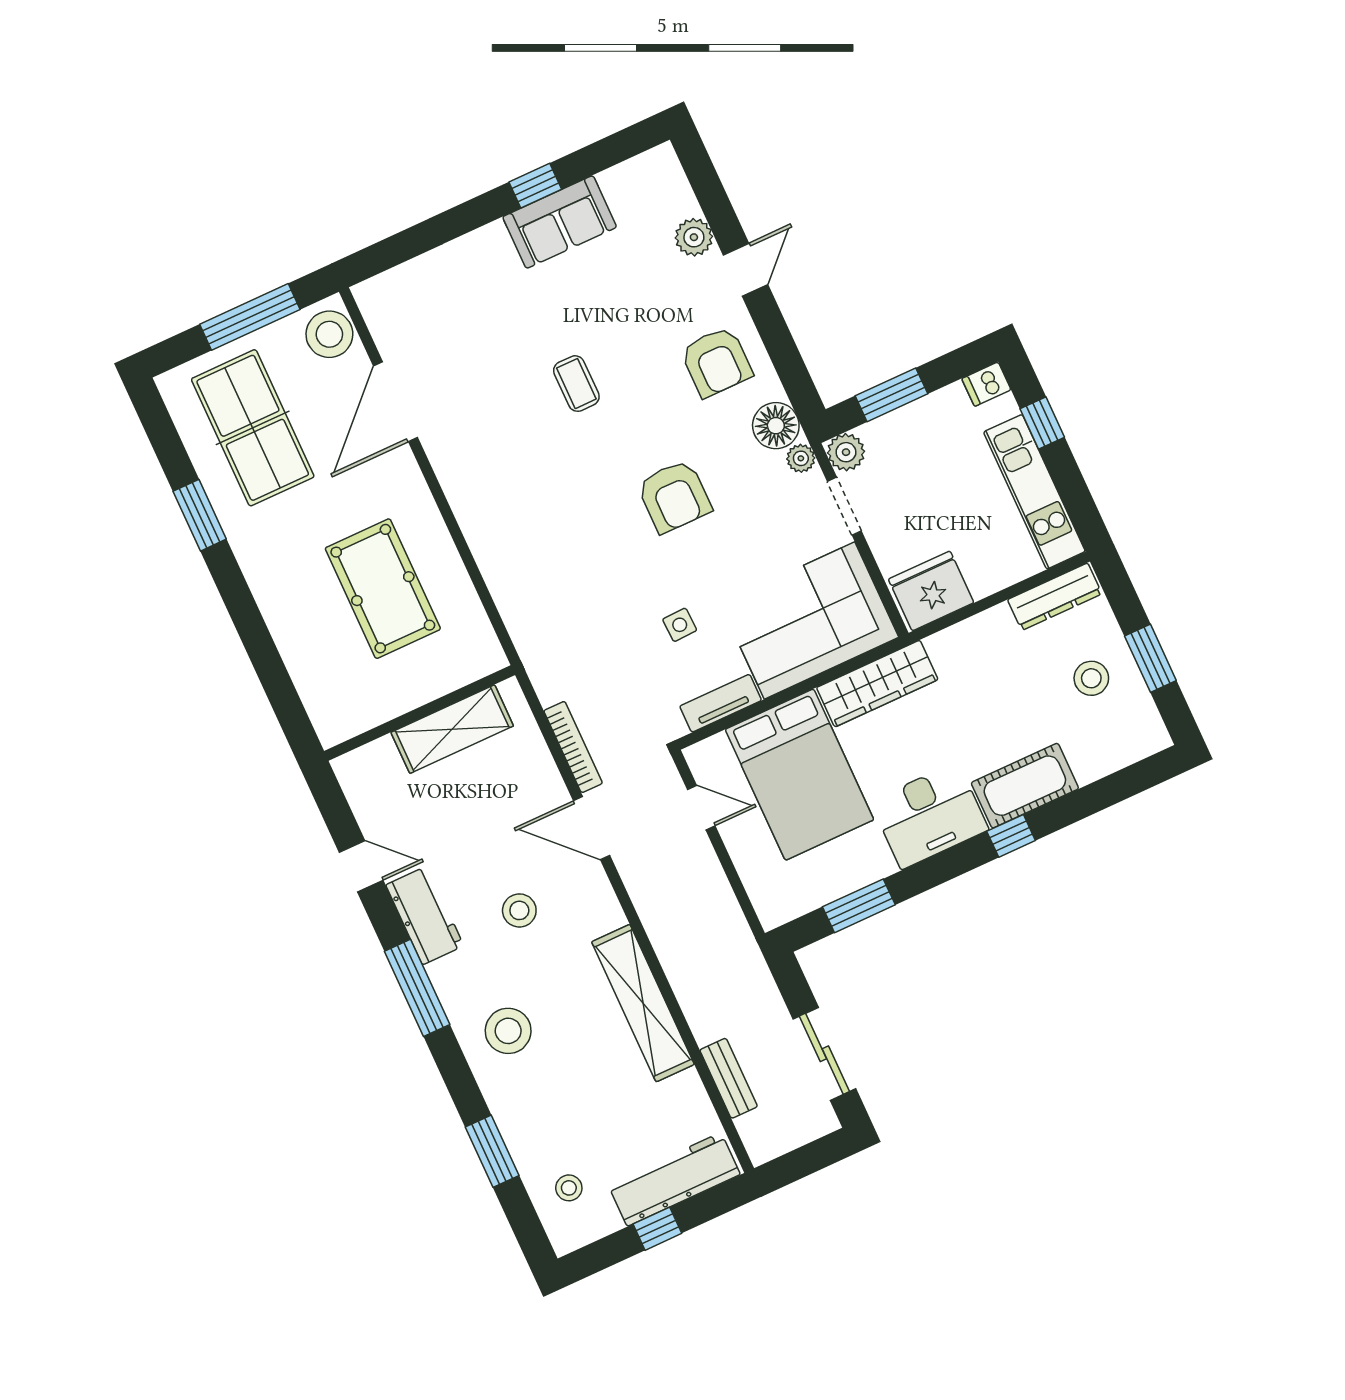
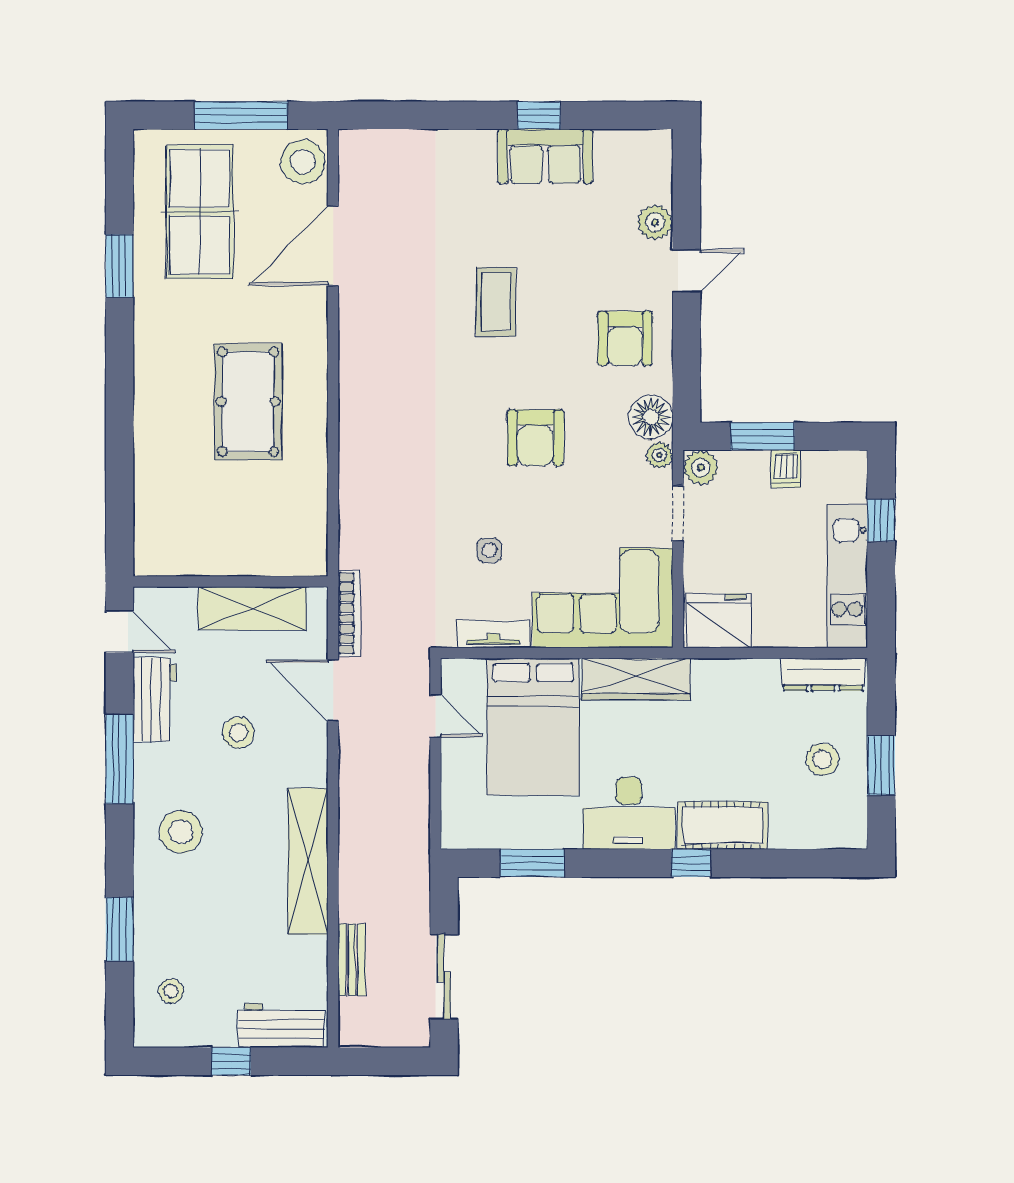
coffee table: (576, 384) -> (496, 302), width x1.36, depth x1.30
dishwasher: (986, 384) -> (786, 469), moved, turned -90
wall: (420, 713) -> (231, 581), moved
shelving: (452, 729) -> (252, 608), moved
workbench: (674, 1179) -> (281, 1025), width x0.73

